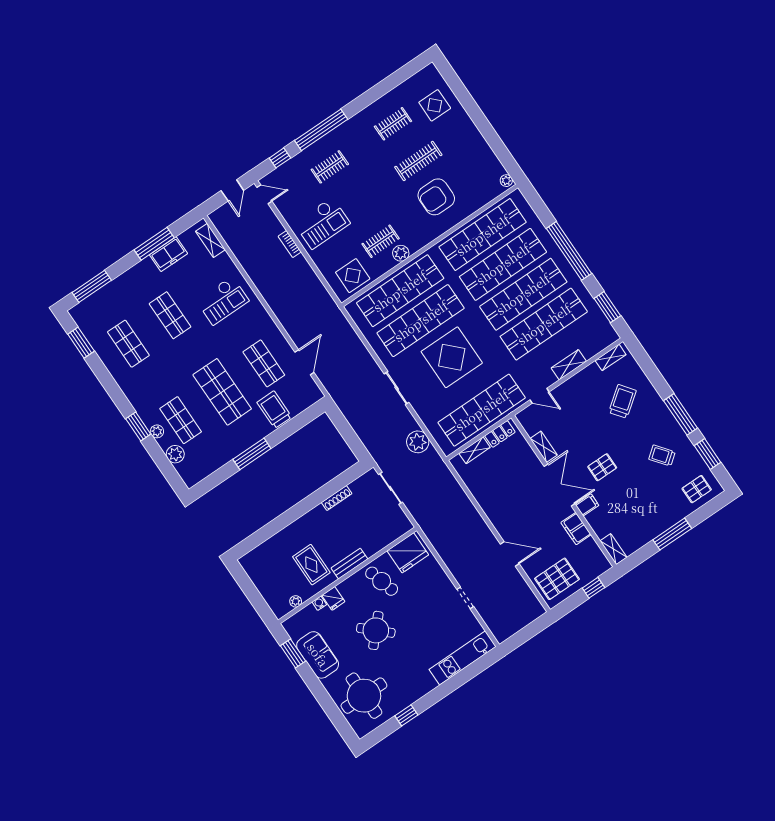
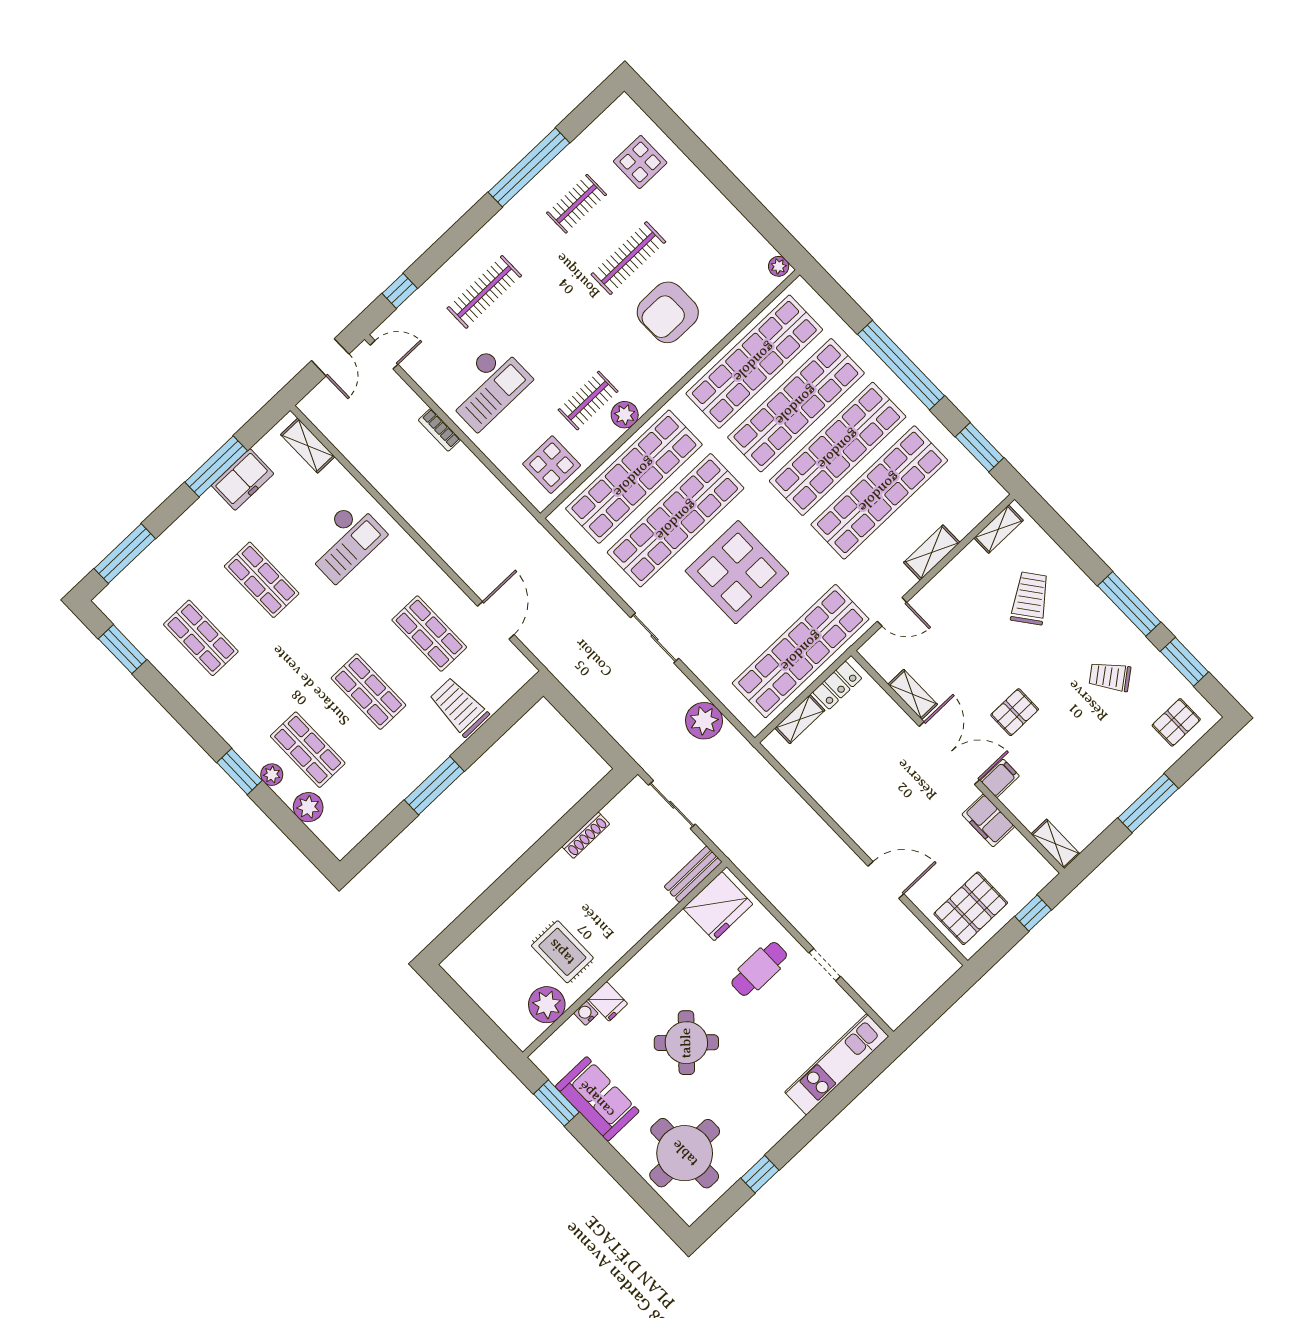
window: (321, 130) -> (529, 167), moved
clothes rail: (330, 167) -> (484, 292), width x1.36
shop shelf: (222, 392) -> (368, 692), width x0.70, depth x0.74
bench: (349, 563) -> (693, 874), moved
cafe table: (382, 581) -> (759, 969), moved, turned -74
plant: (296, 601) -> (547, 1005), width x1.88, depth x1.88

